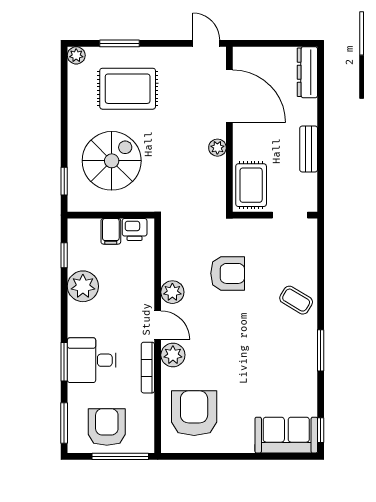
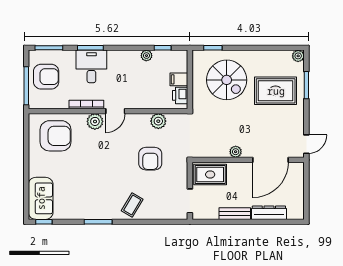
dresser: (307, 72) -> (269, 213), moved
rug: (128, 89) -> (276, 91), turned 90
plant: (83, 286) -> (146, 56), width x0.53, depth x0.53
plant: (172, 292) -> (158, 121), moved

